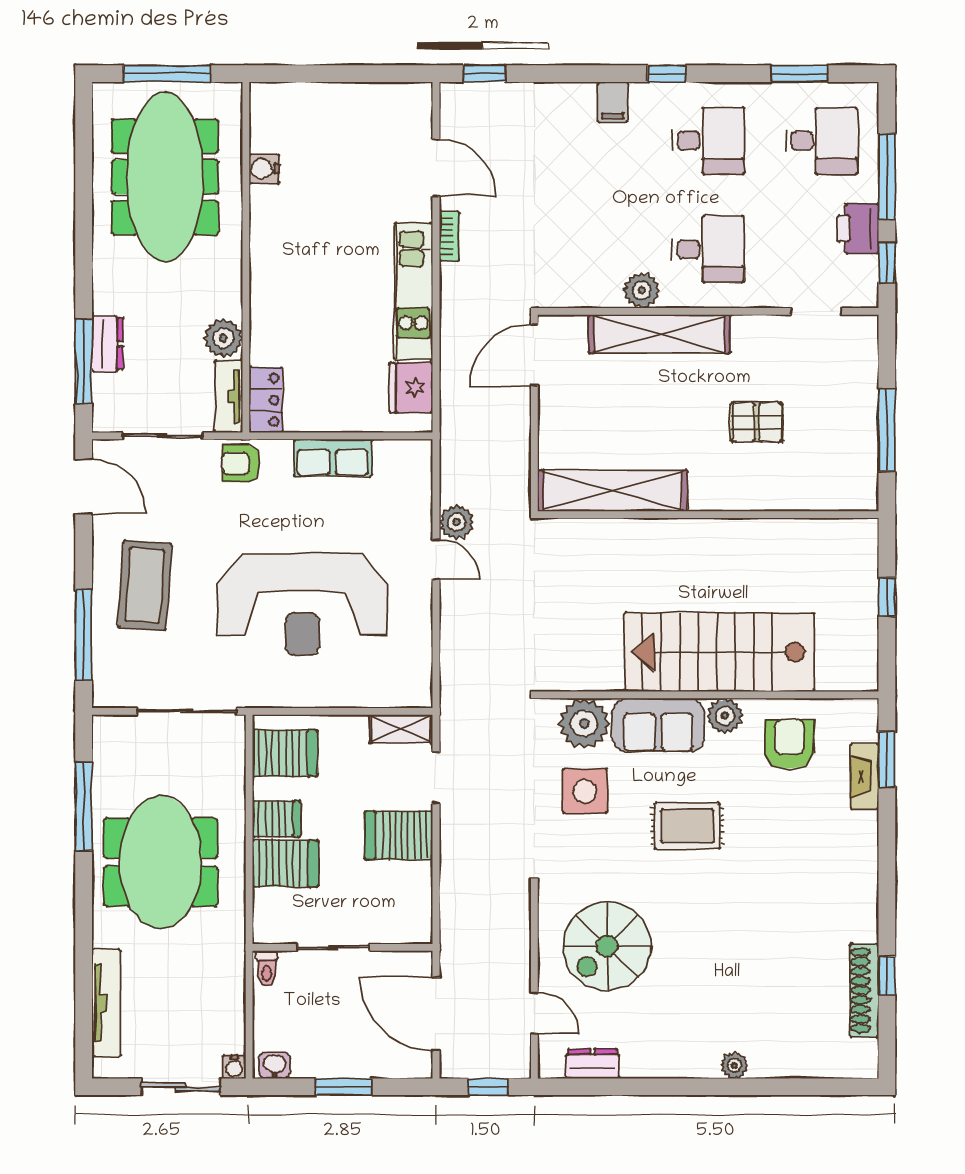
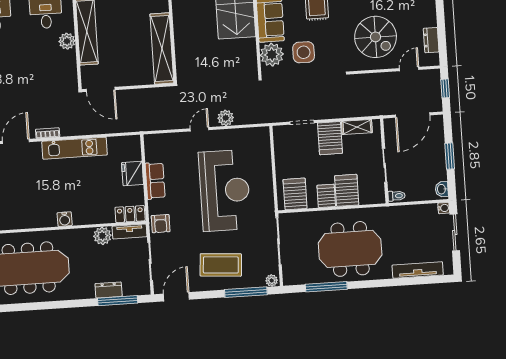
water cooler: (264, 169) -> (65, 219), moved
fridge: (411, 388) -> (133, 173), moved, turned 90
plant: (456, 522) -> (226, 118), moved
plant: (105, 691) -> (272, 280), added
shelving: (401, 729) -> (357, 127), moved, turned 90

